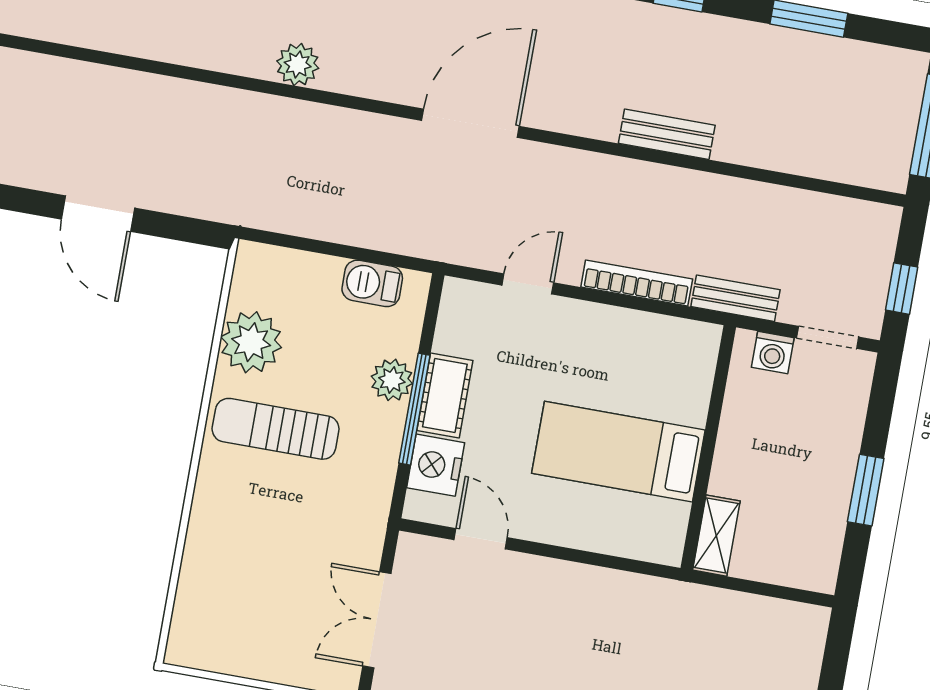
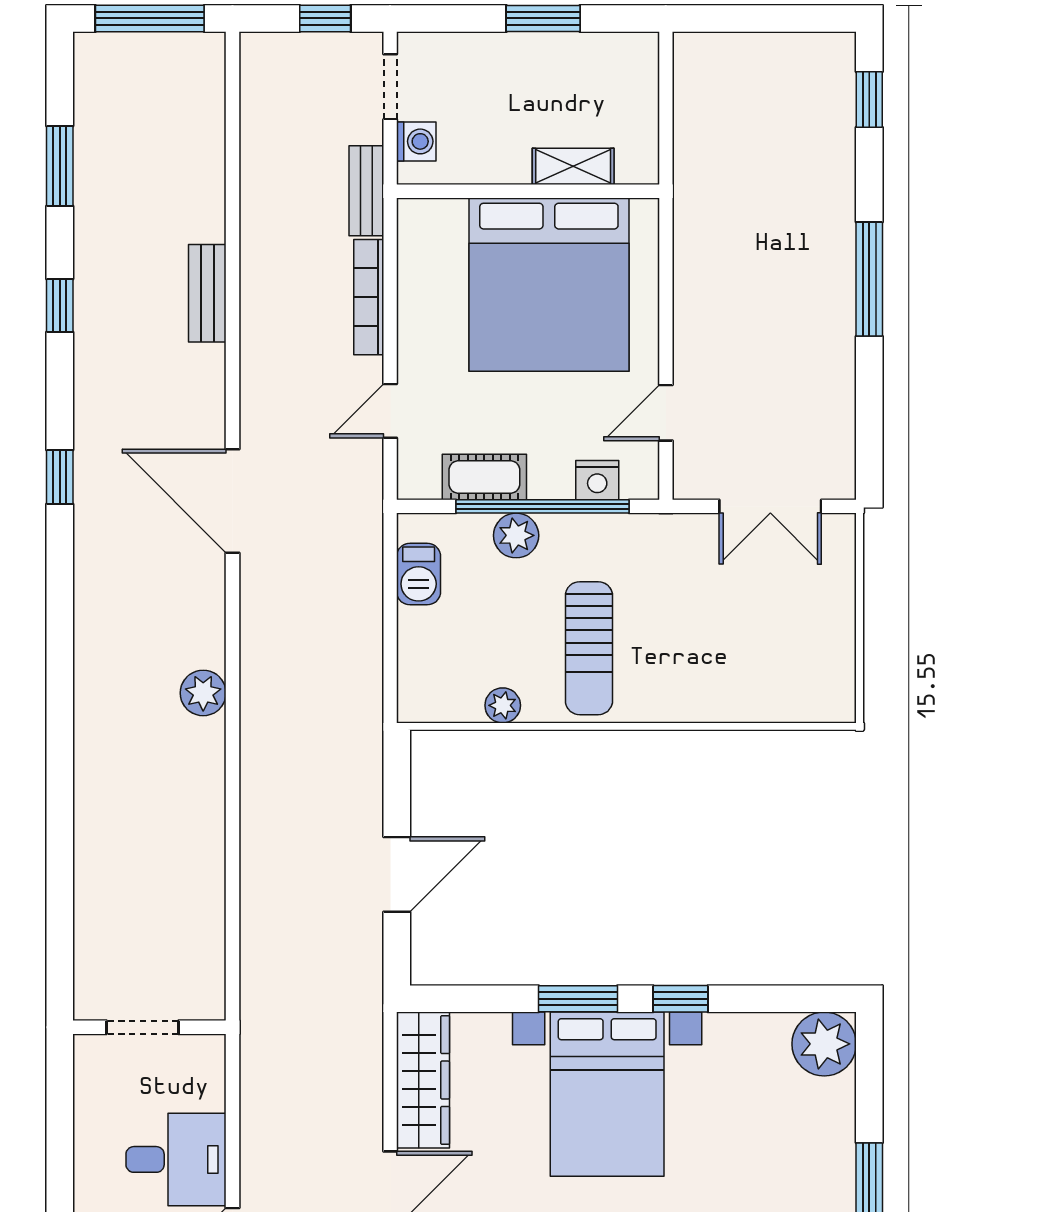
door: (528, 284) -> (390, 411), hinge flipped
plant: (251, 342) -> (503, 705), width x0.53, depth x0.53
cot: (445, 396) -> (484, 477), moved
window: (414, 409) -> (542, 506), width x1.46
bed: (618, 452) -> (549, 285), width x2.04
nightstand: (436, 465) -> (597, 480), width x0.74, depth x0.75
shelving: (716, 536) -> (573, 166), moved

